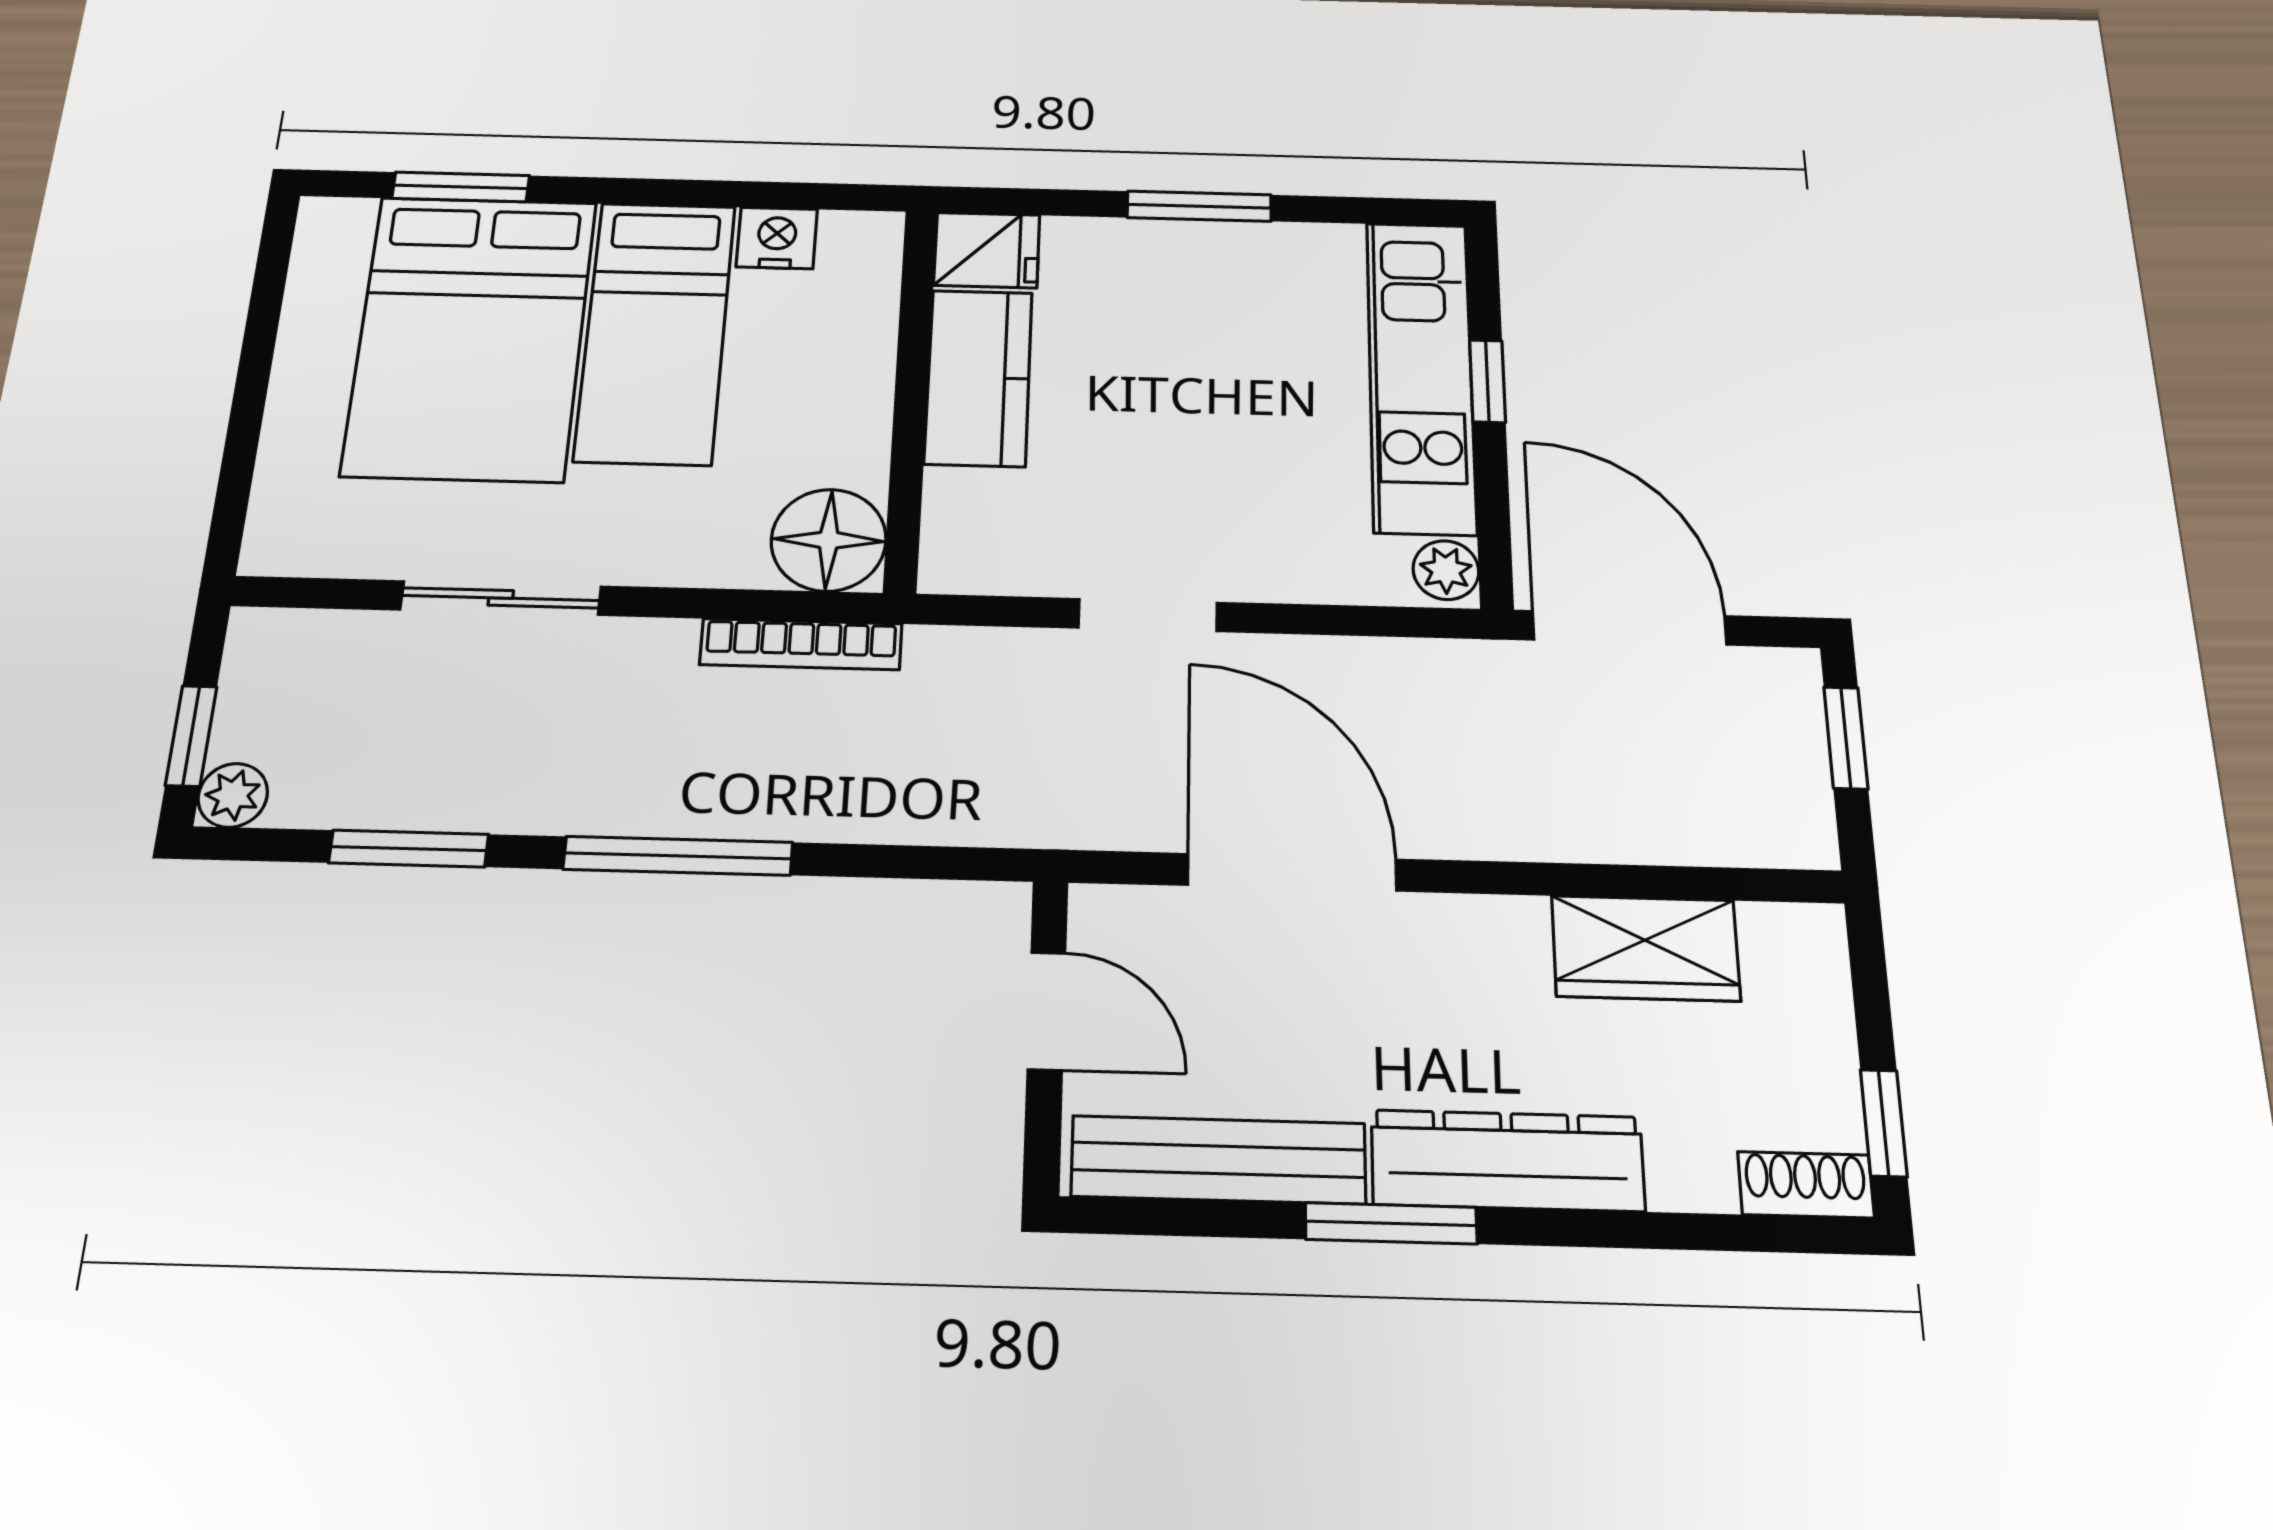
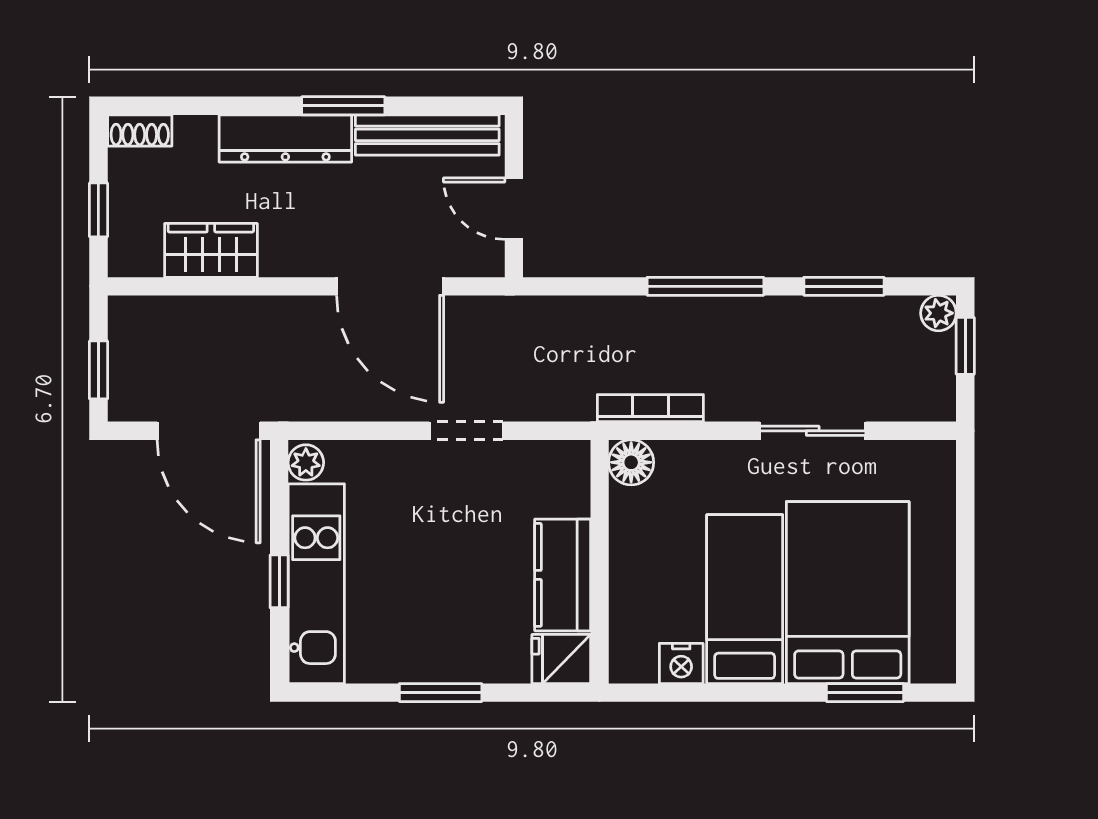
floor lamp: (829, 540) -> (631, 462), width x0.73, depth x0.73
window: (1884, 1123) -> (98, 210), moved

